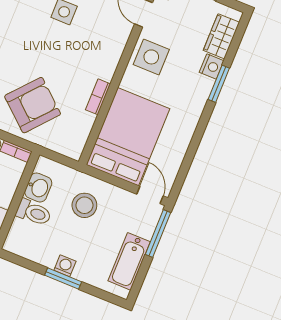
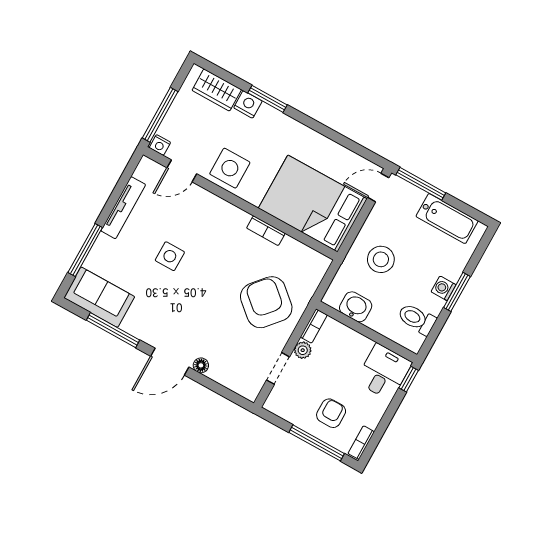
toilet: (34, 212) -> (417, 319), moved, turned -90

